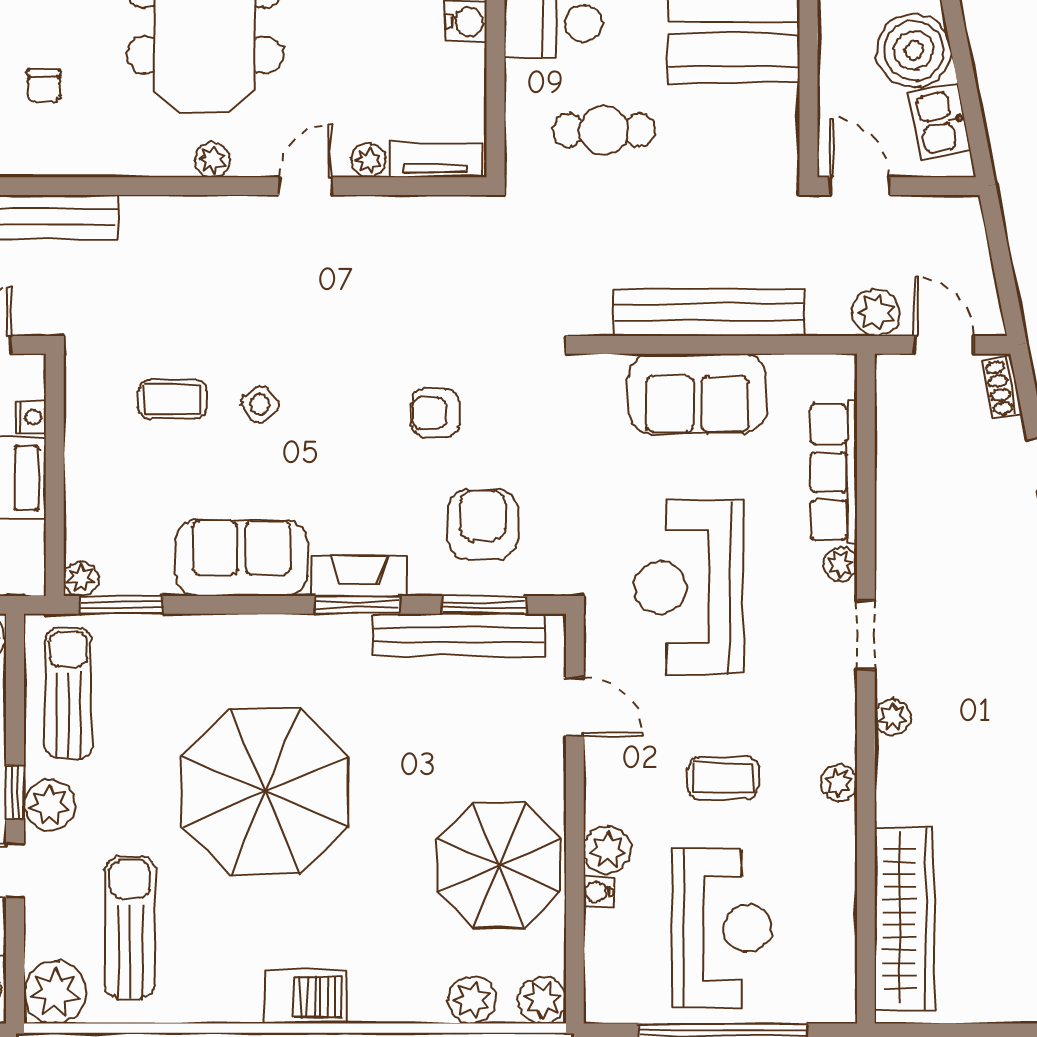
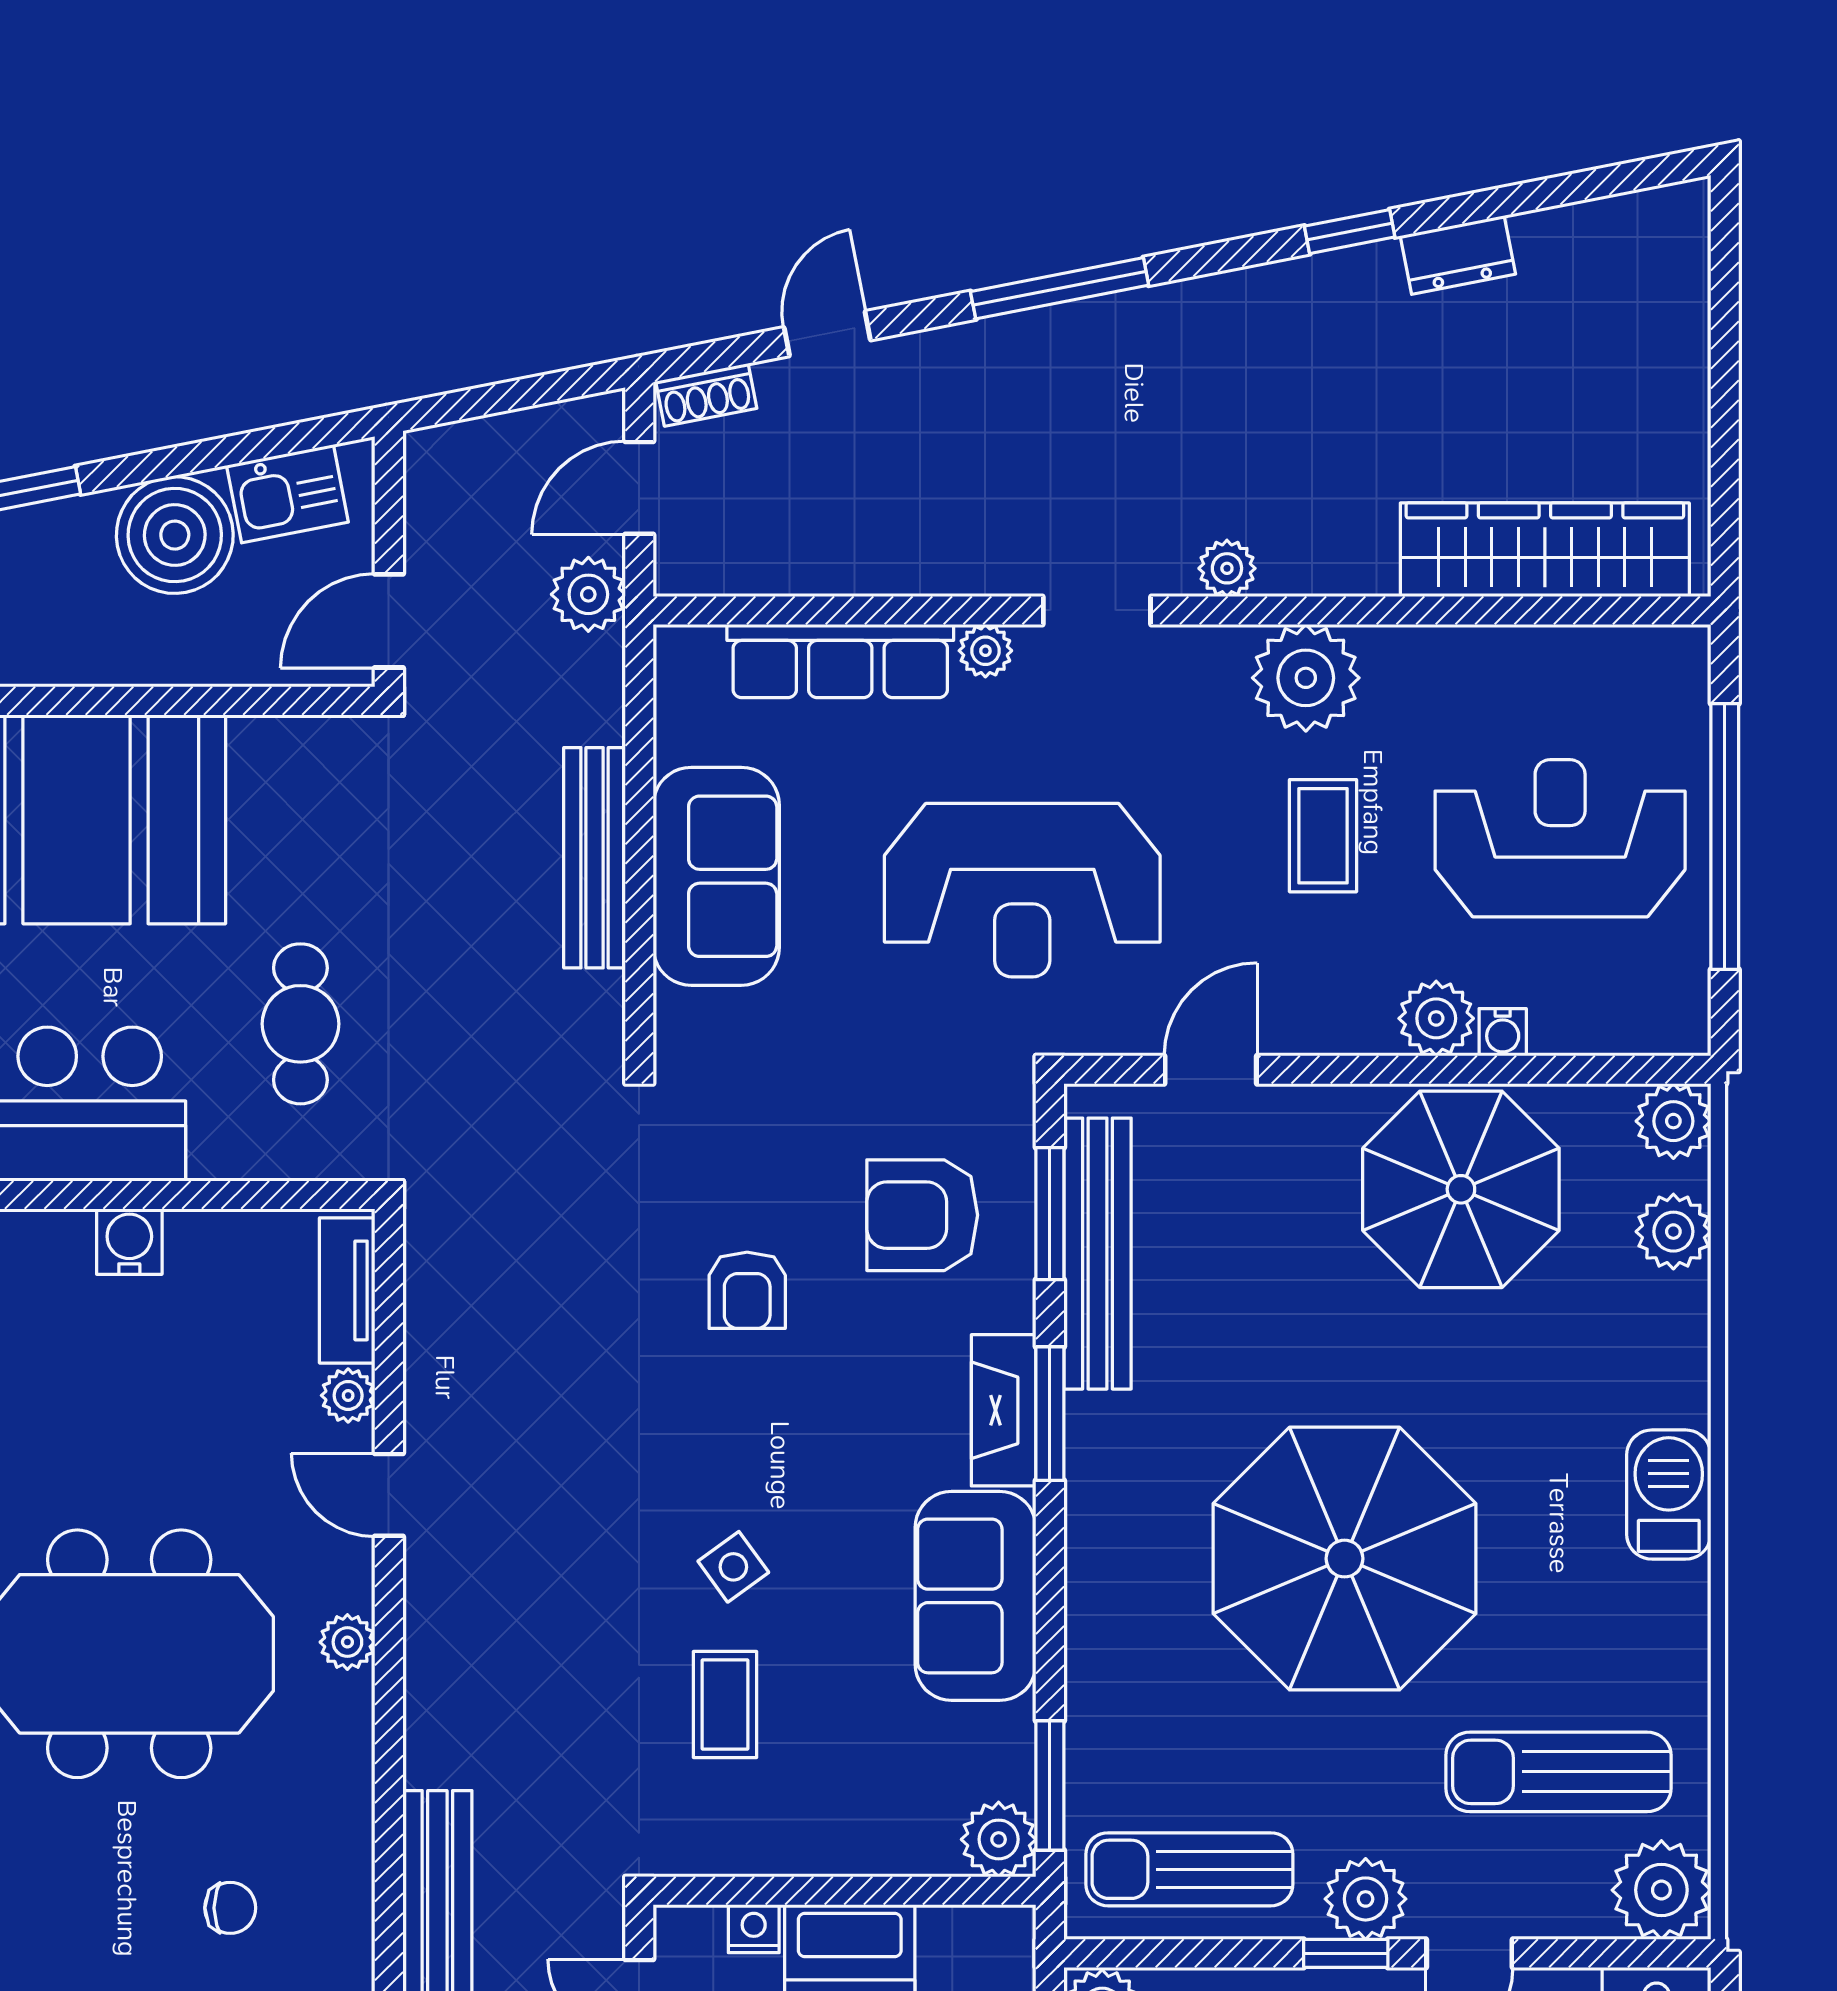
bench: (709, 312) -> (595, 858), width x0.73, depth x0.82
plant: (81, 579) -> (999, 1839), width x1.38, depth x1.38
plant: (839, 783) -> (1306, 678), width x1.87, depth x1.87

